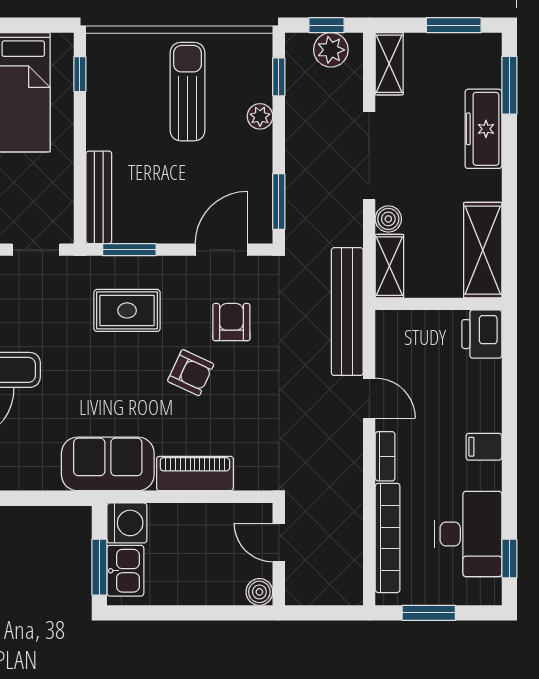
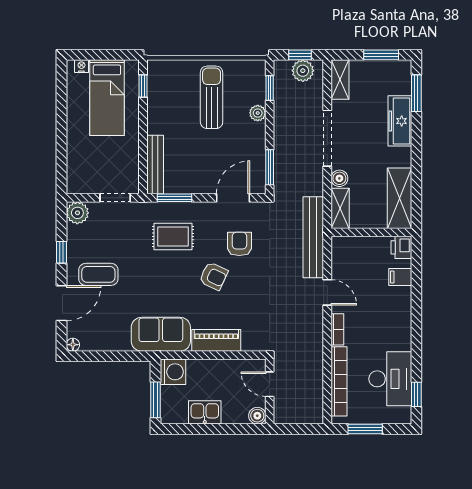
printer: (482, 334) -> (401, 247), width x0.73, depth x0.81
filing cabinet: (484, 447) -> (400, 277), moved
kitchen sink: (125, 571) -> (205, 412), moved, turned -90

